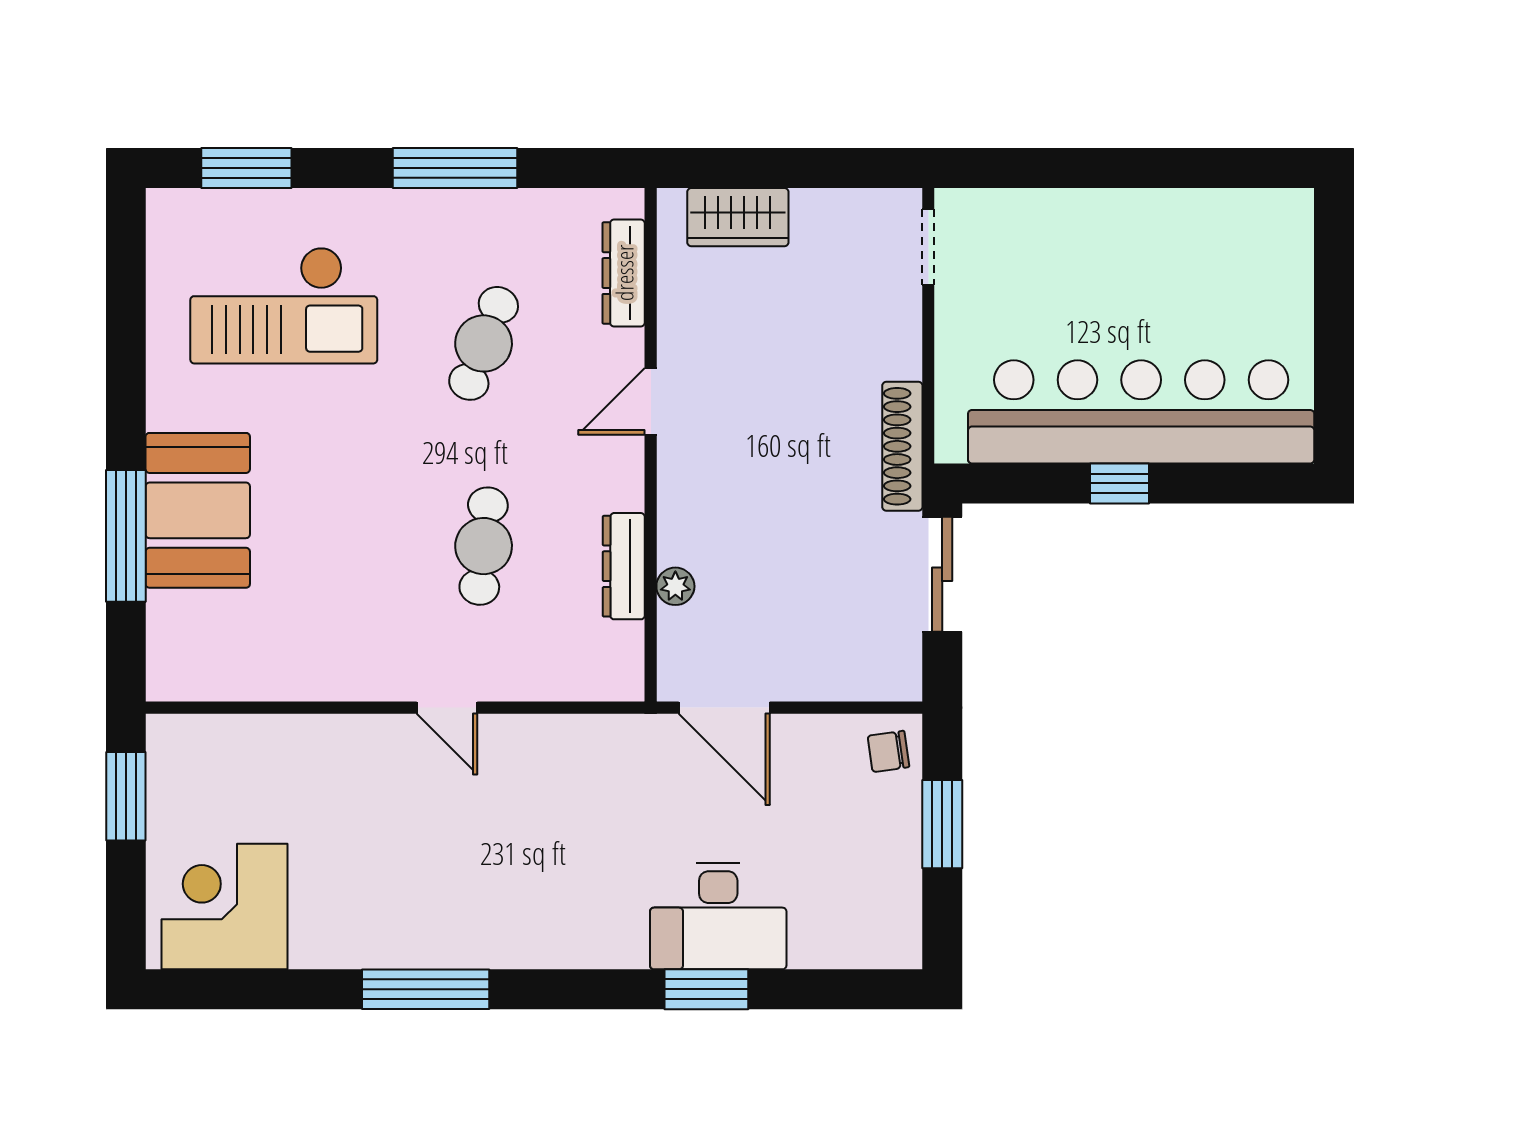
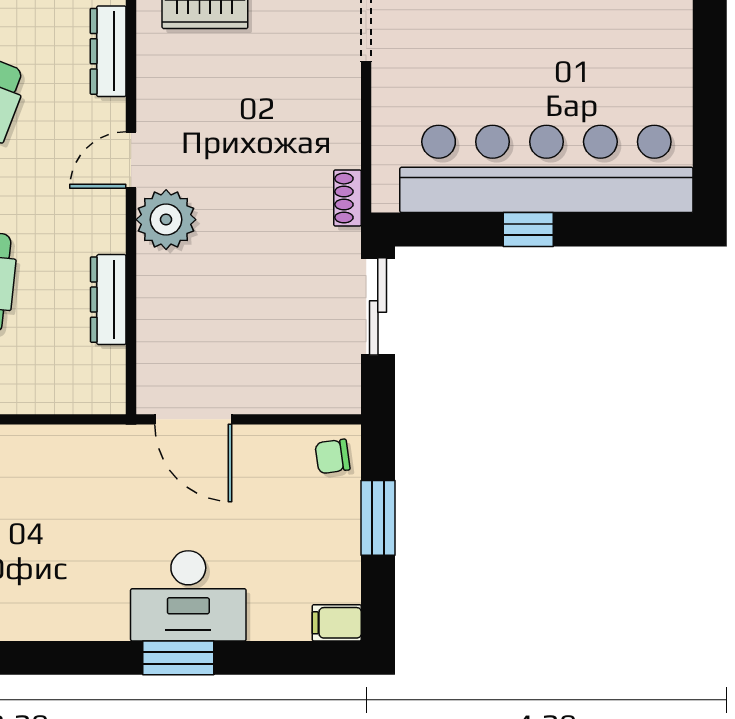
shoe rack: (902, 446) -> (347, 198), width x0.51, depth x0.81
plant: (675, 586) -> (166, 220), moved, width x1.87, depth x1.87
filing cabinet: (894, 948) -> (337, 623), added

